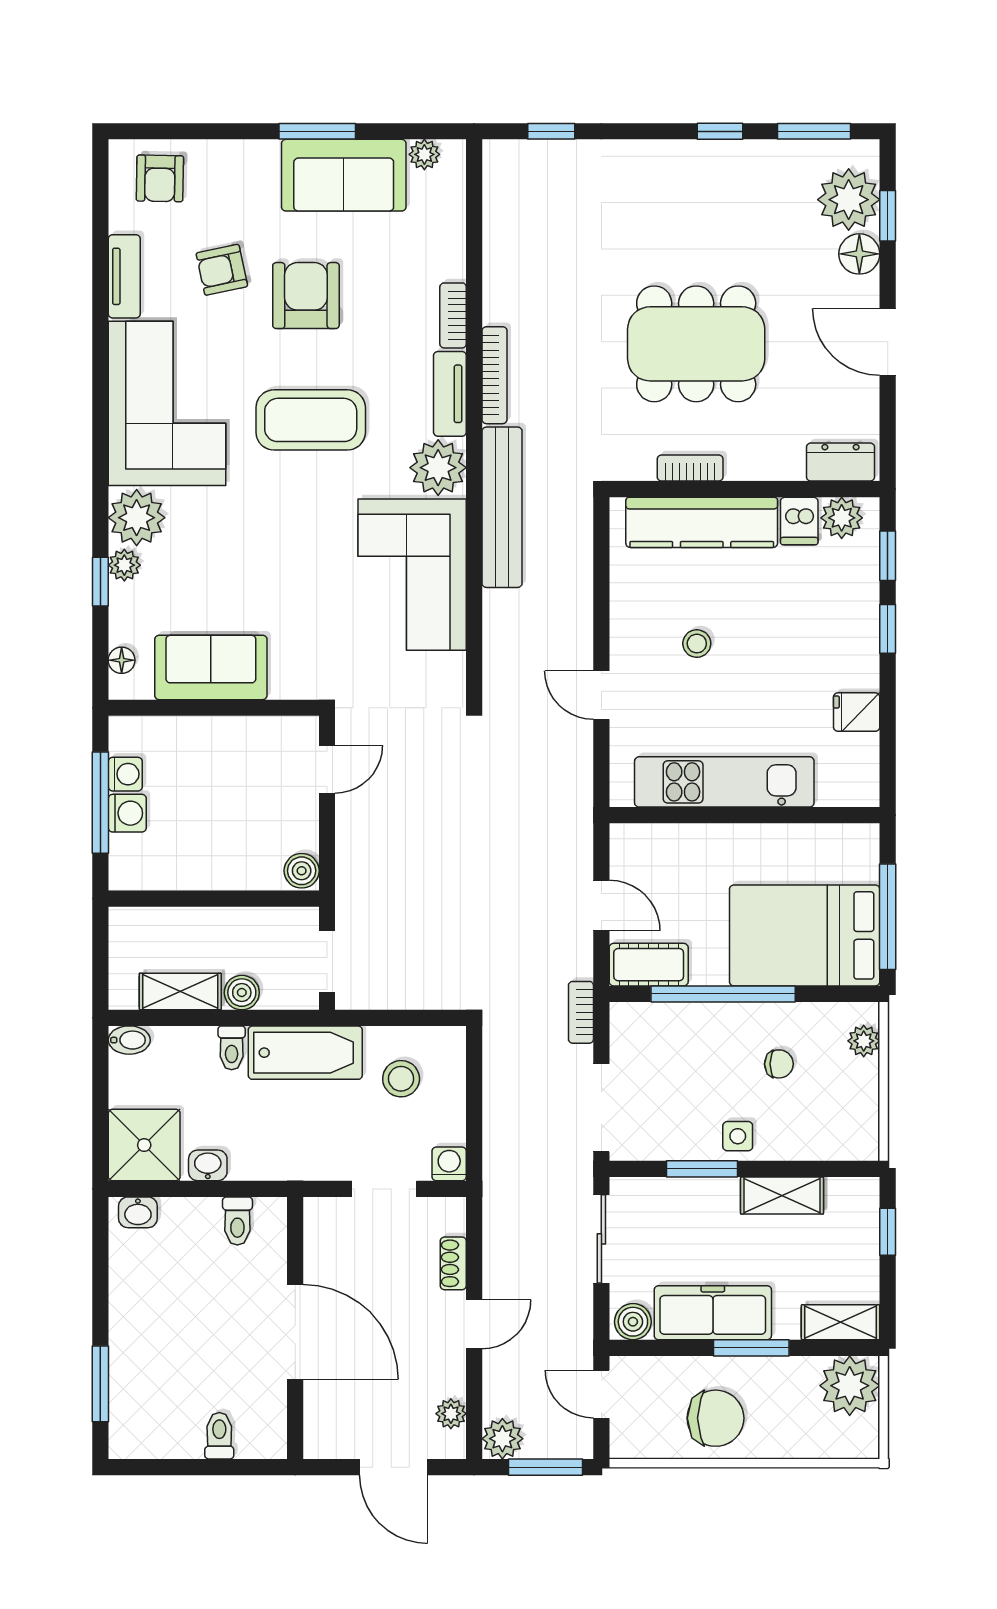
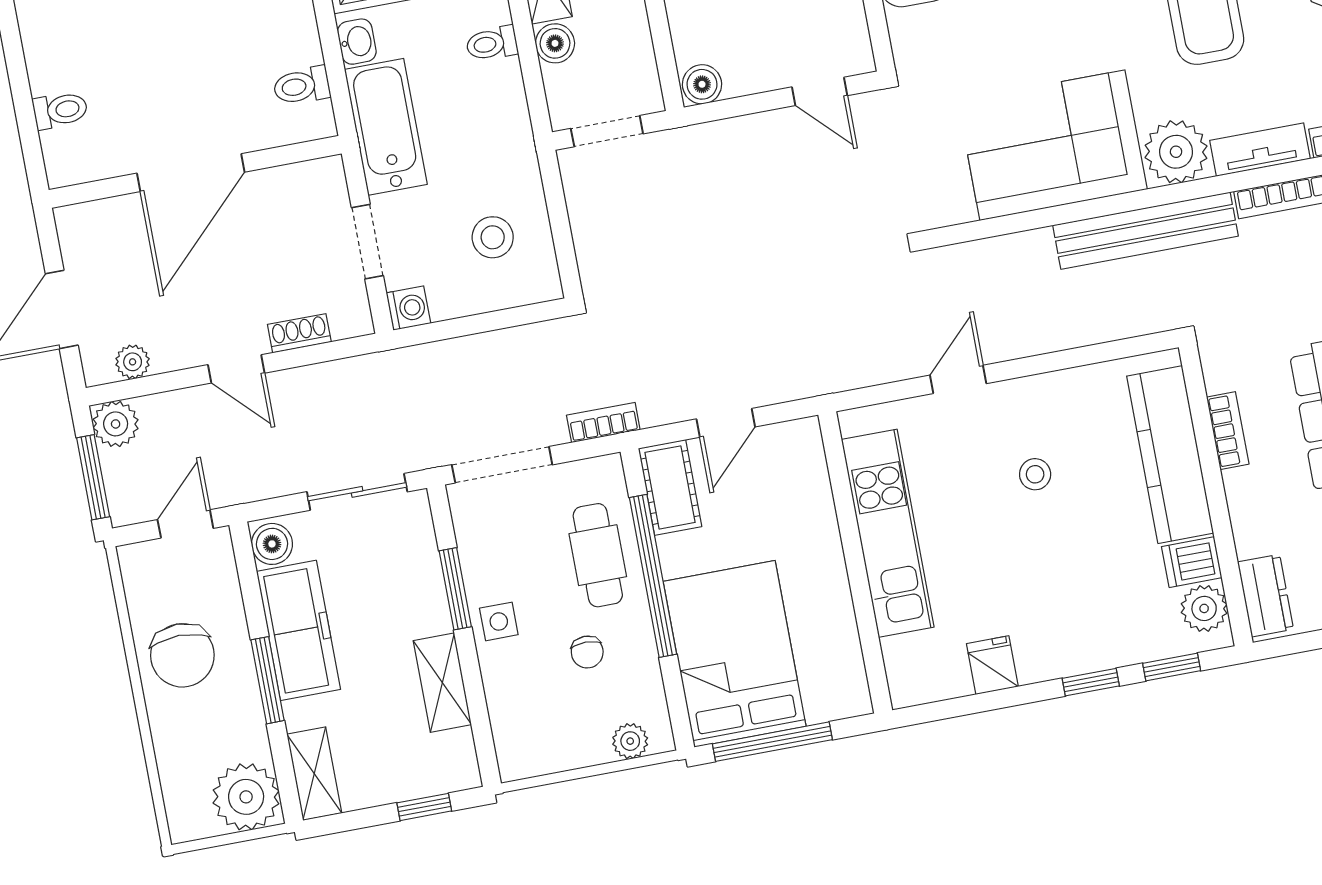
cafe table: (696, 1039) -> (598, 555), added
bathtub: (305, 1053) -> (386, 127), moved, turned 180

